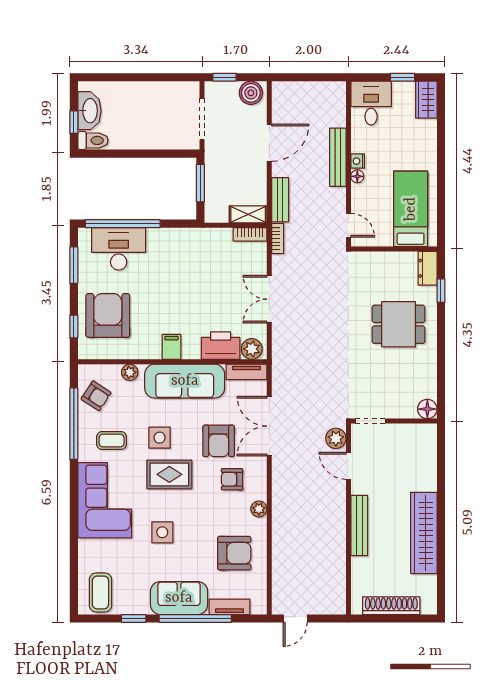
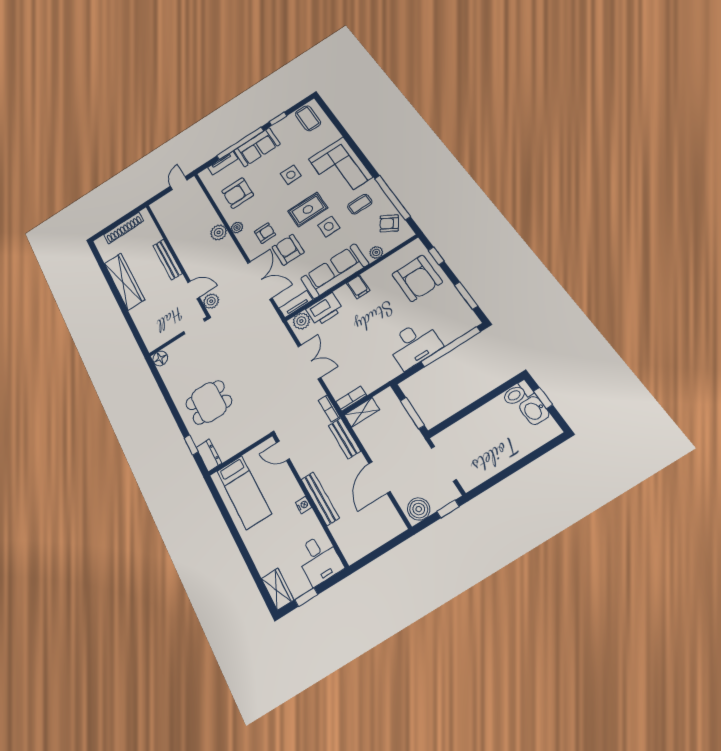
washbasin: (89, 111) -> (534, 410), width x0.72
floor lamp: (357, 176) -> (297, 493), removed
desk: (119, 249) -> (414, 344), moved
plant: (283, 518) -> (219, 232), added

